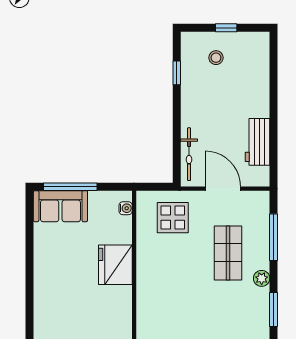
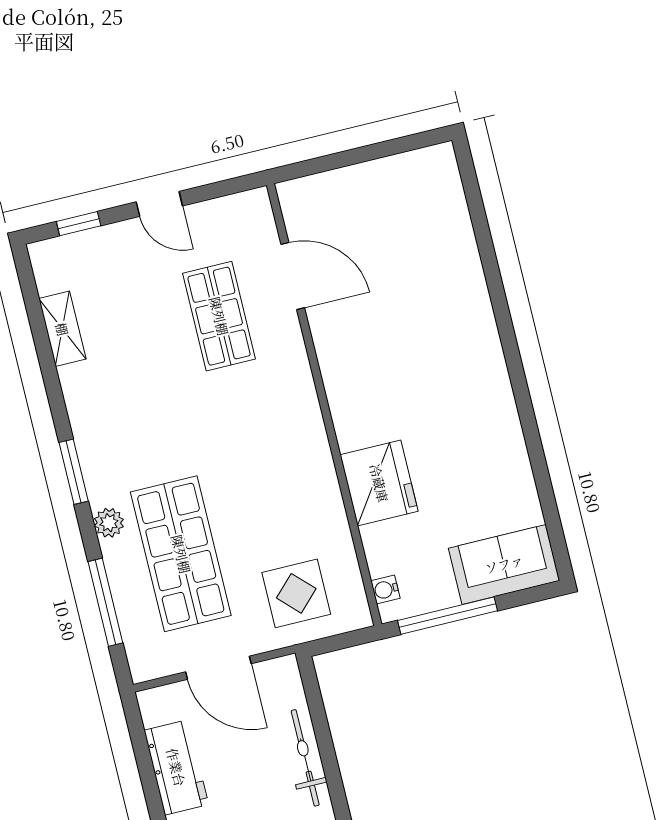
bicycle: (189, 154) -> (305, 758), moved
window: (70, 187) -> (448, 616), moved
shop shelf: (228, 253) -> (181, 554), width x1.43, depth x1.36

